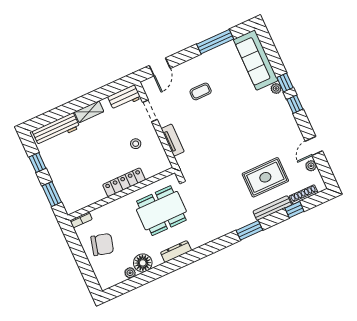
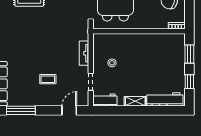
locker: (124, 182) -> (133, 39), removed

